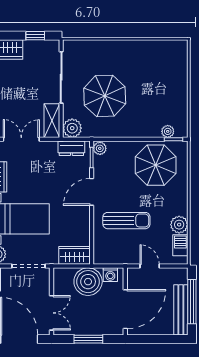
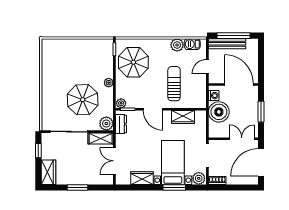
plant: (168, 131) -> (109, 83), moved
wardrobe: (74, 255) -> (183, 117), moved, turned -90
bench: (181, 310) -> (227, 44), moved

